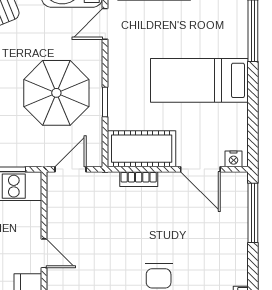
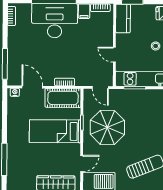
bed: (199, 80) -> (55, 131), moved, turned 180
door: (70, 169) -> (100, 87), hinge flipped
door: (44, 253) -> (114, 55), moved

